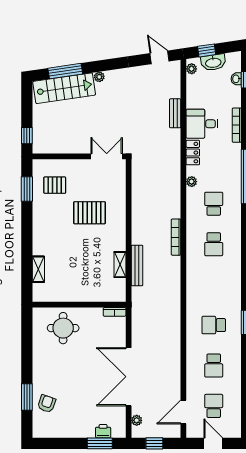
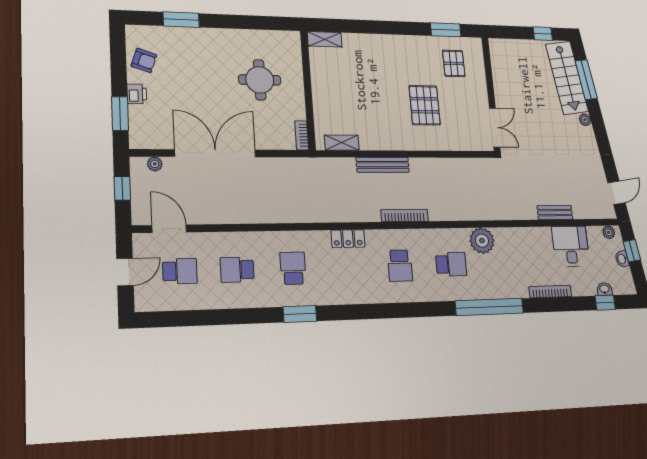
washbasin: (213, 62) -> (622, 259), width x0.52, depth x0.69
desk: (202, 124) -> (571, 246), moved
window: (27, 136) -> (543, 34), moved
locker: (193, 153) -> (348, 239), moved
plant: (192, 182) -> (482, 241), width x1.88, depth x1.88
school desk: (214, 244) -> (400, 266), turned -90
shelving: (120, 265) -> (342, 143), moved
bench: (137, 265) -> (383, 165), moved
shelving: (38, 269) -> (325, 39), moved
round table: (63, 328) -> (260, 80), moved
armchair: (47, 404) -> (144, 60), moved
printer: (103, 431) -> (137, 94), moved

